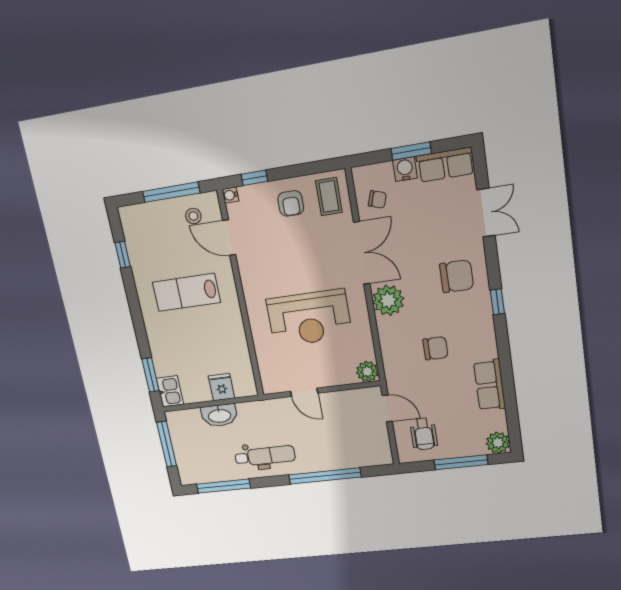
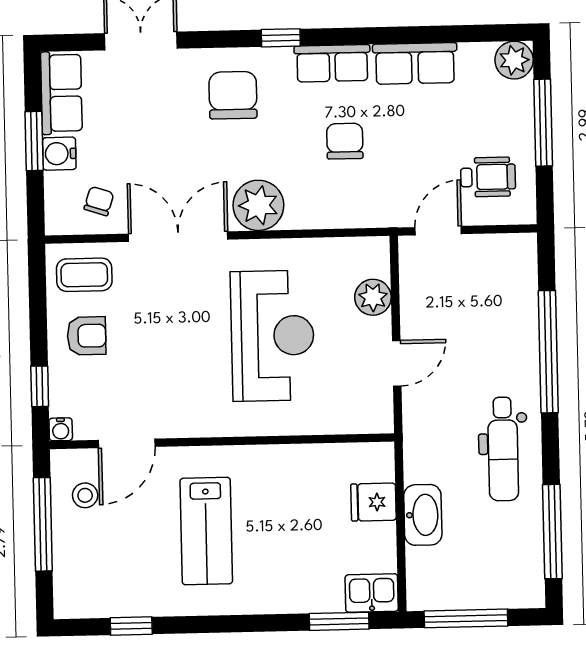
row of seats: (484, 335) -> (332, 63), added
plant: (367, 372) -> (373, 297), moved
dental chair: (265, 456) -> (503, 449), turned 180

